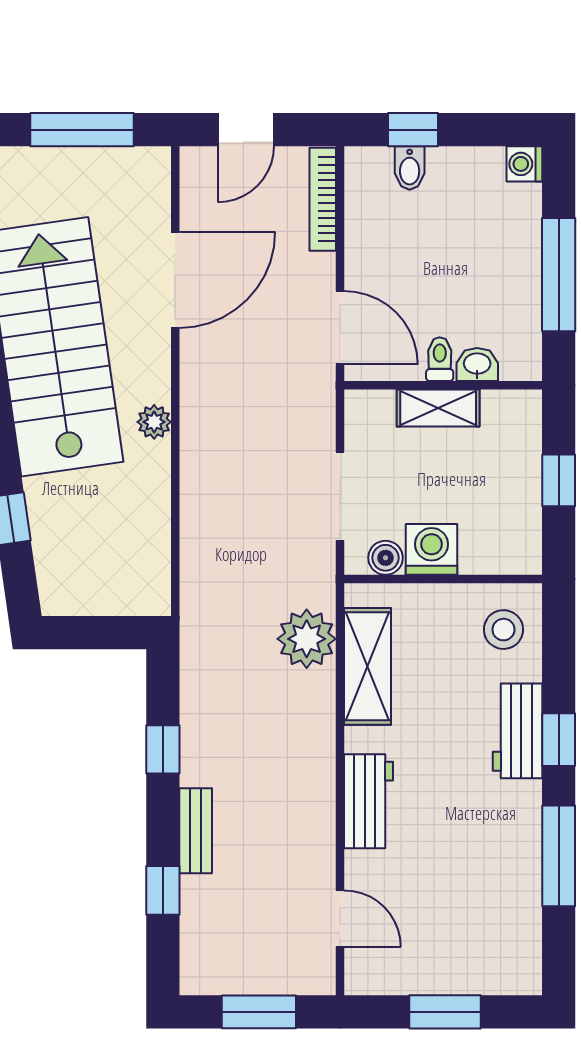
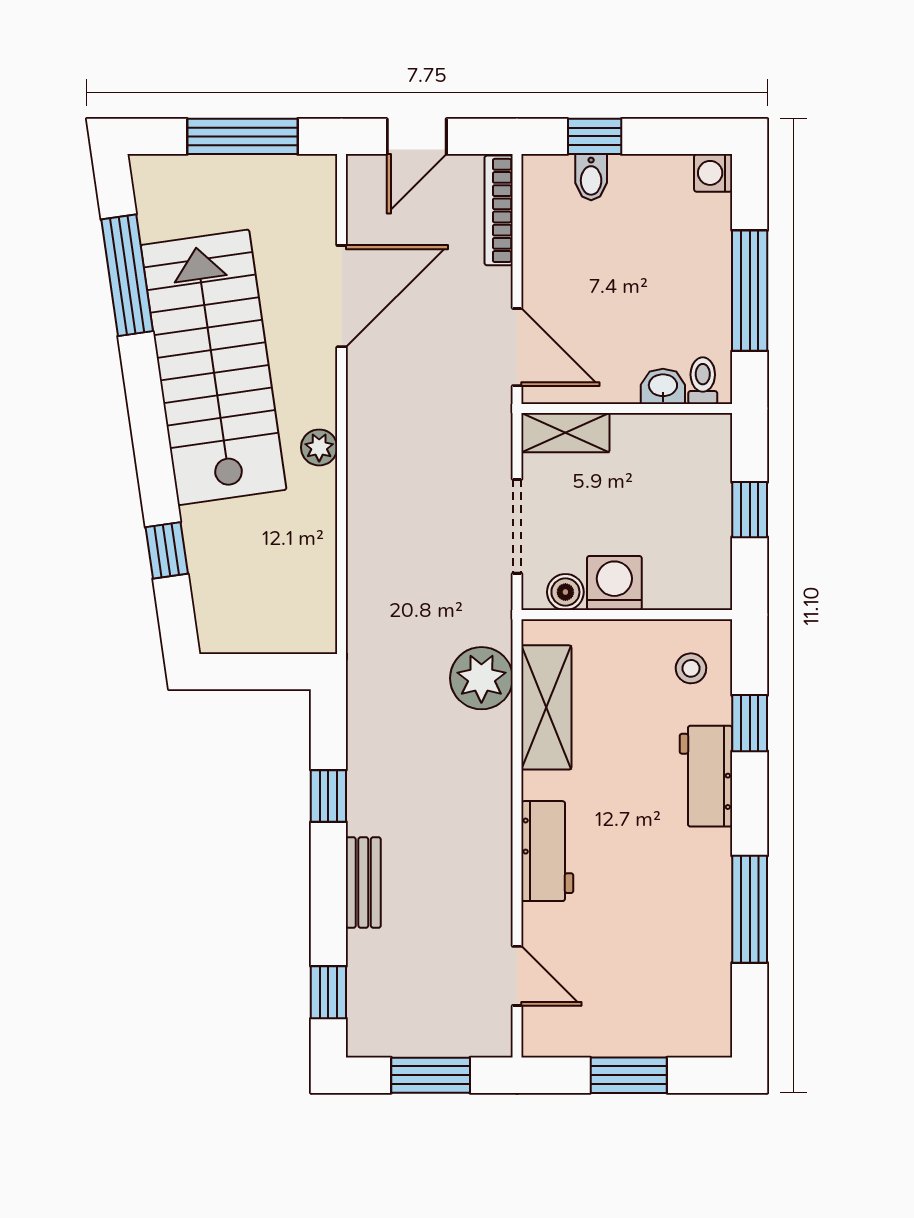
toilet: (440, 359) -> (703, 381), moved
shelving: (438, 408) -> (565, 433), moved
stool: (504, 630) -> (691, 668), width x0.73, depth x0.73
window: (559, 740) -> (750, 723), moved
window: (163, 890) -> (328, 992), moved

